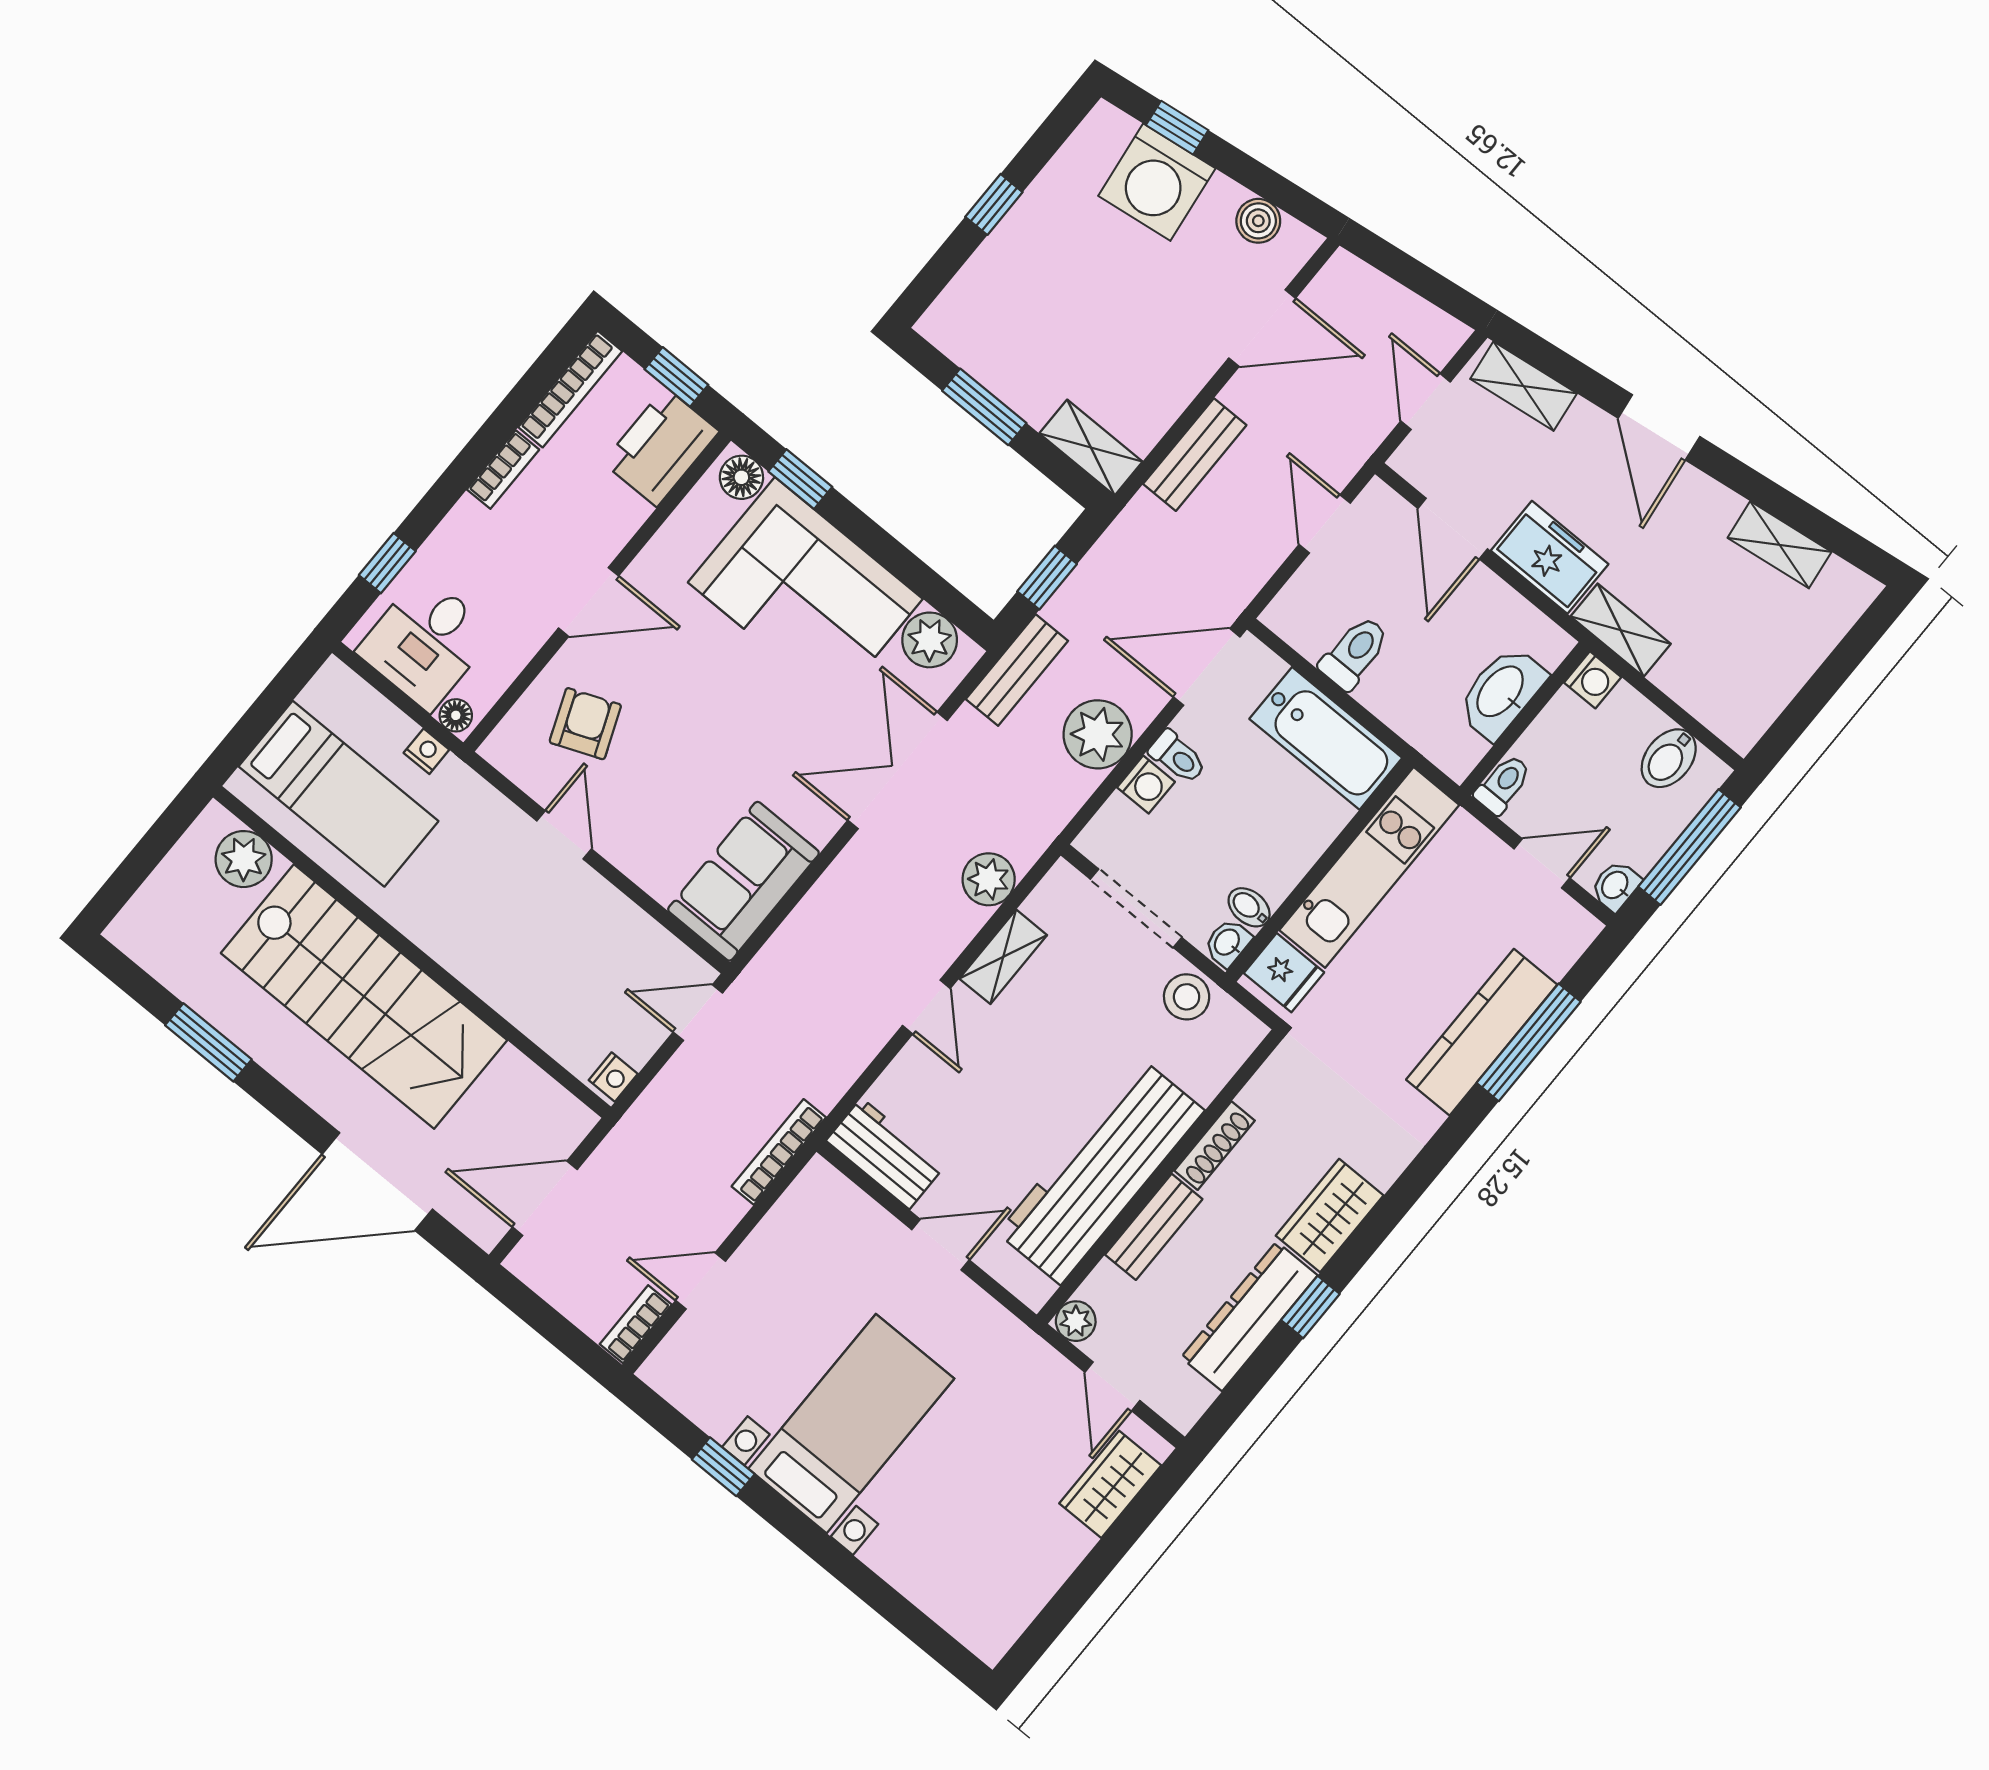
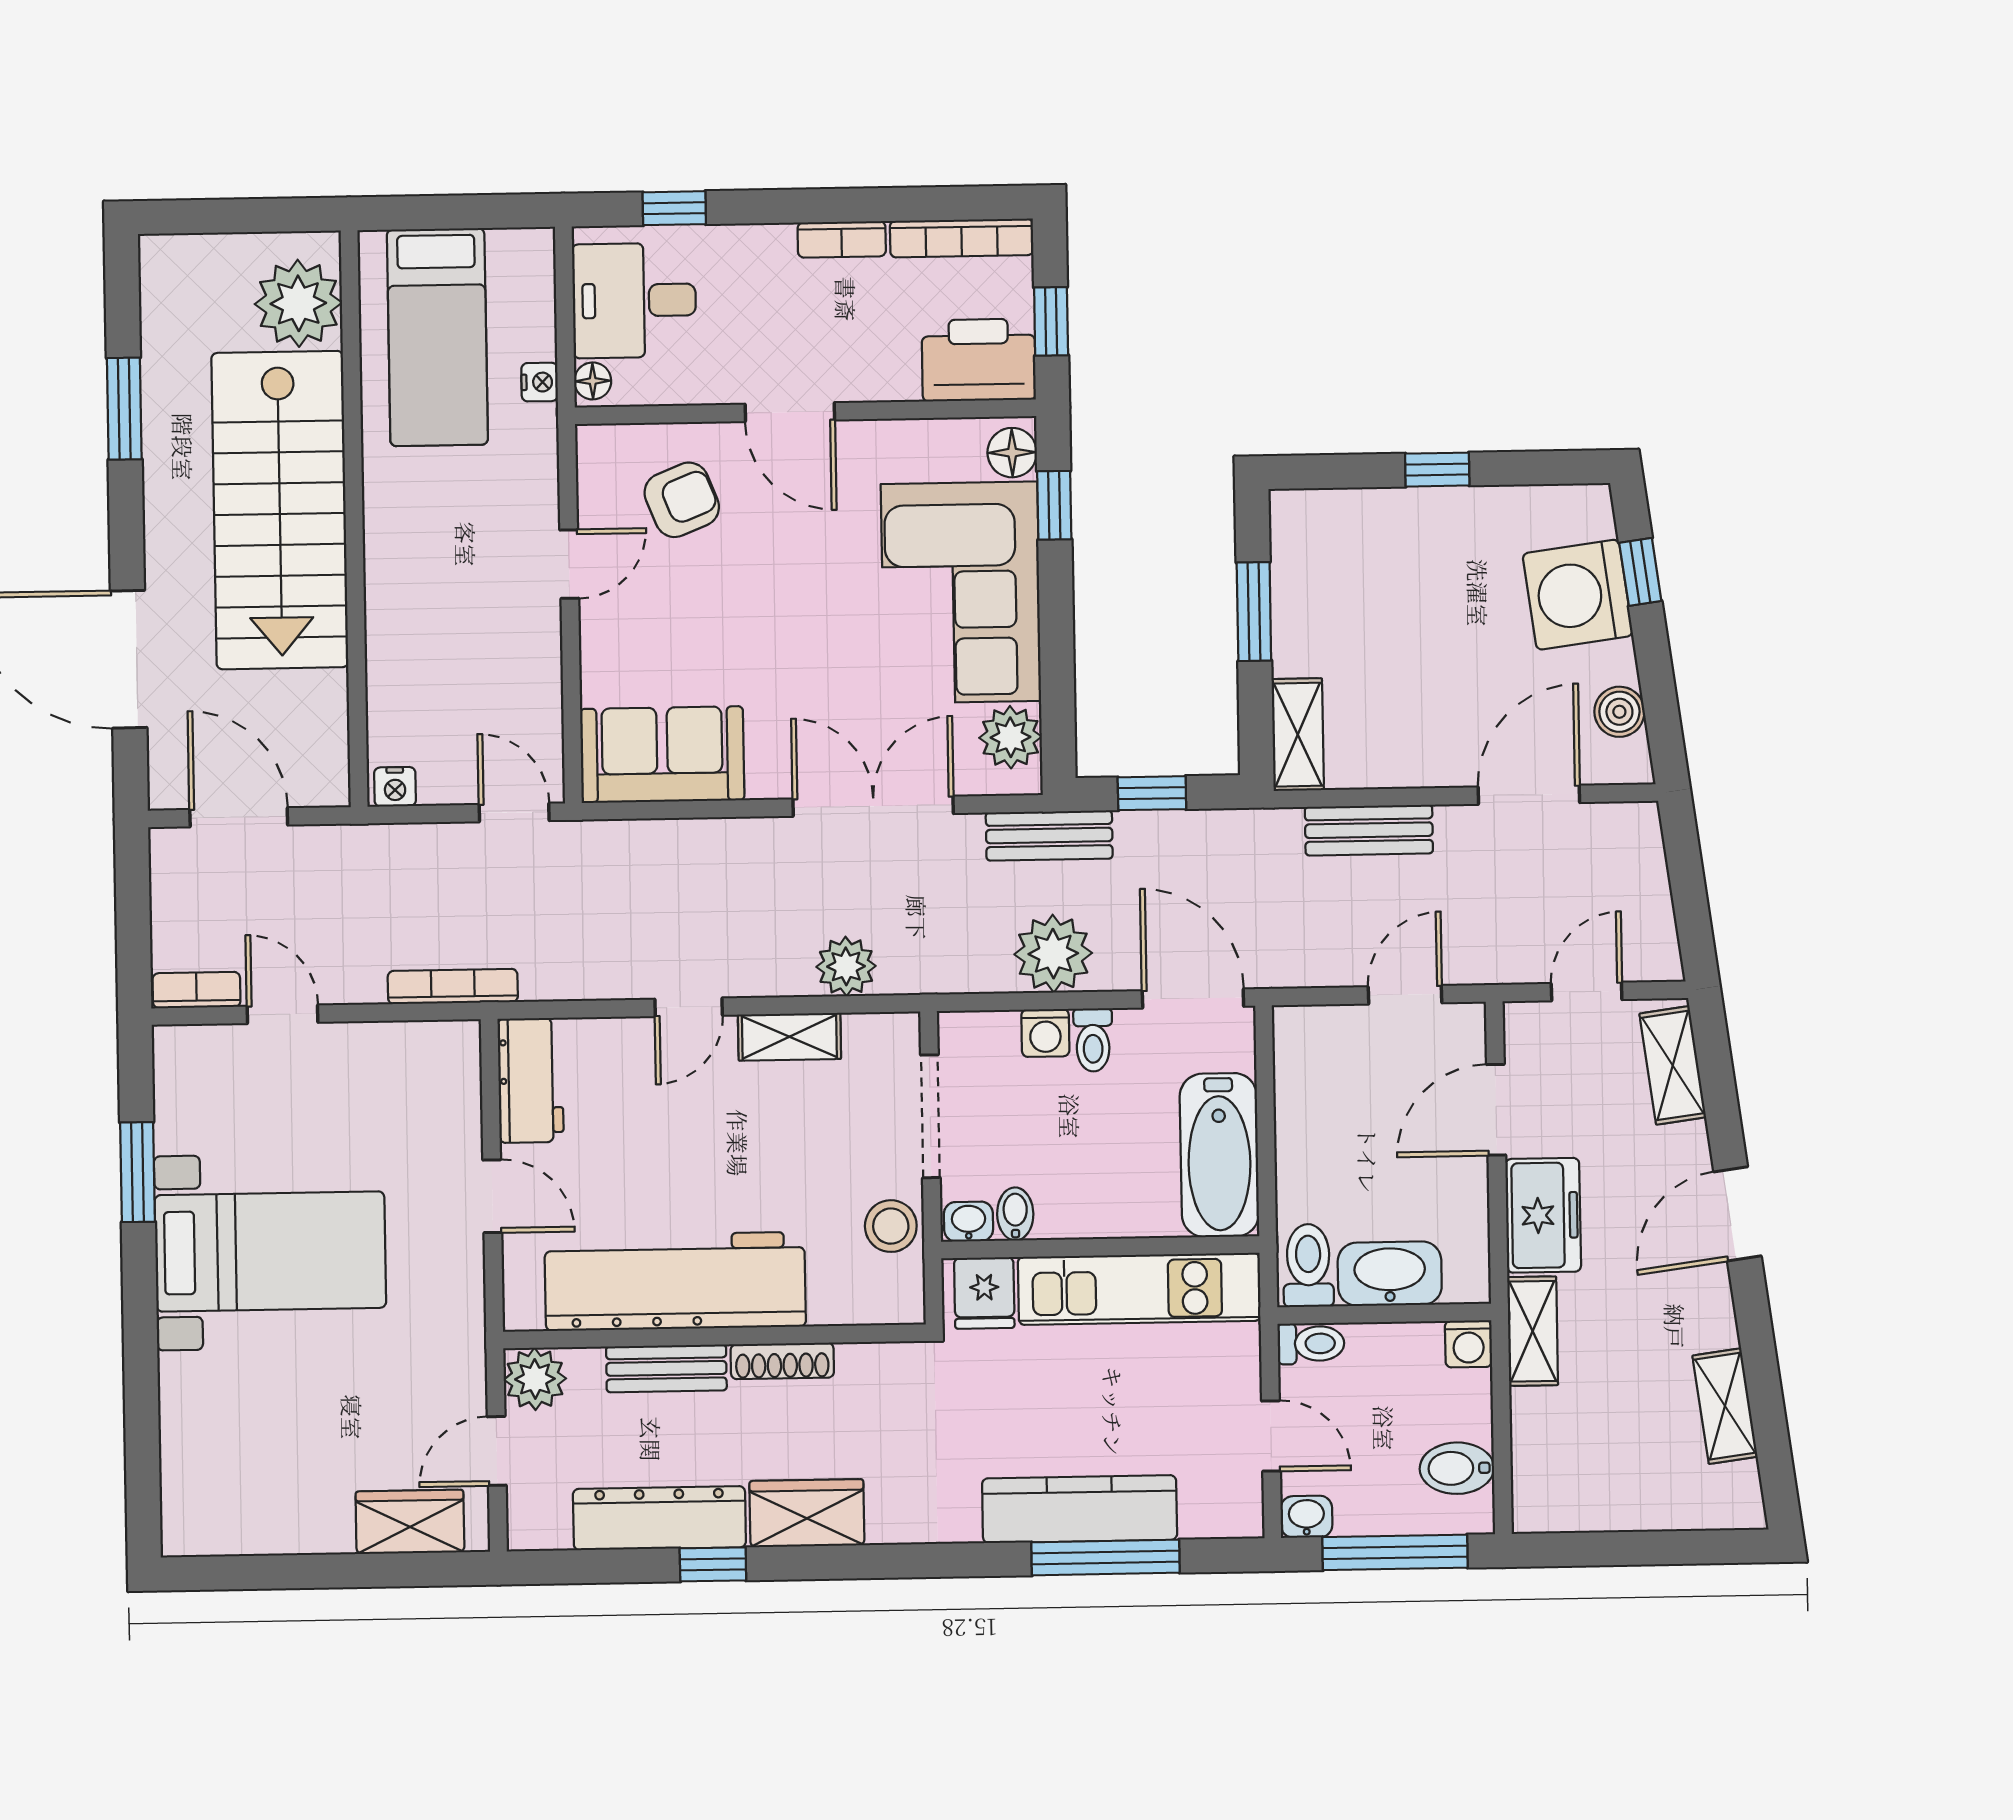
door: (1262, 328) -> (1529, 795), swing flipped
toilet: (1354, 653) -> (1308, 1265), moved, turned -90
plant: (244, 859) -> (298, 303), width x1.36, depth x1.36
plant: (1076, 1321) -> (535, 1379), width x1.38, depth x1.38
window: (723, 1467) -> (138, 1172), width x1.50

